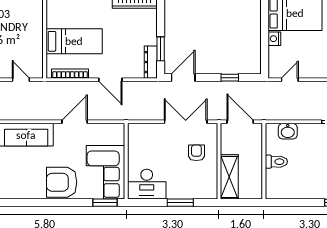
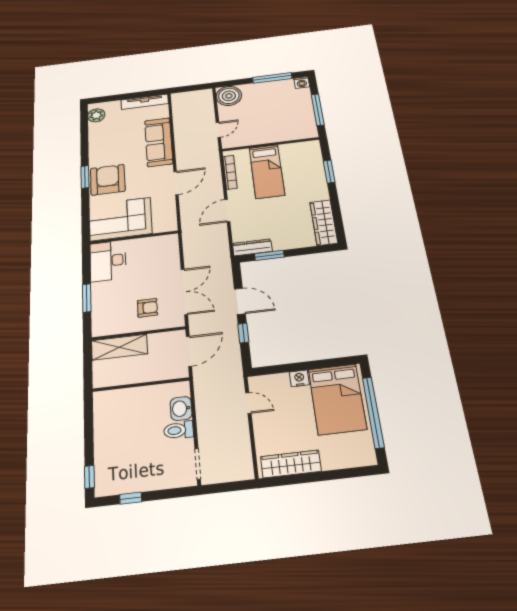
door: (183, 78) -> (240, 301), moved
door: (75, 122) -> (176, 183), hinge flipped
toilet: (276, 162) -> (179, 430), moved, turned 90
window: (105, 203) -> (85, 177), moved

